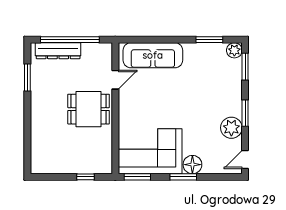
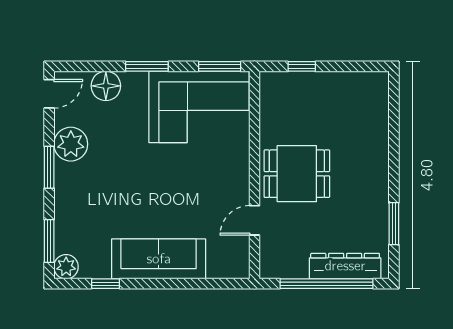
window: (209, 40) -> (106, 284), width x0.67
sofa: (153, 55) -> (159, 259), moved
floor lamp: (192, 165) -> (106, 86), moved

